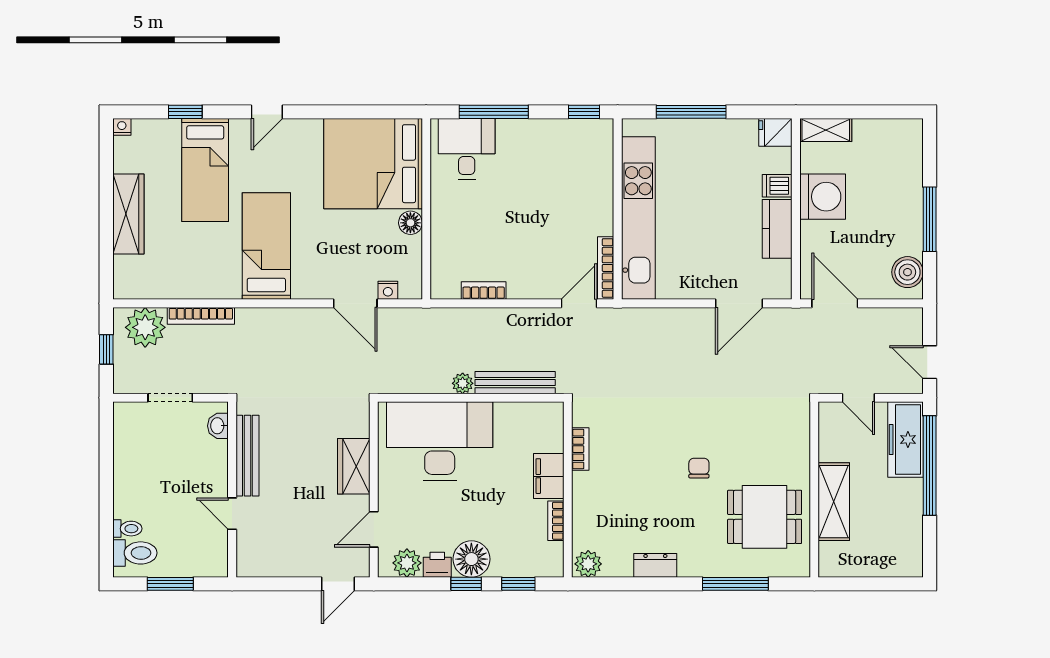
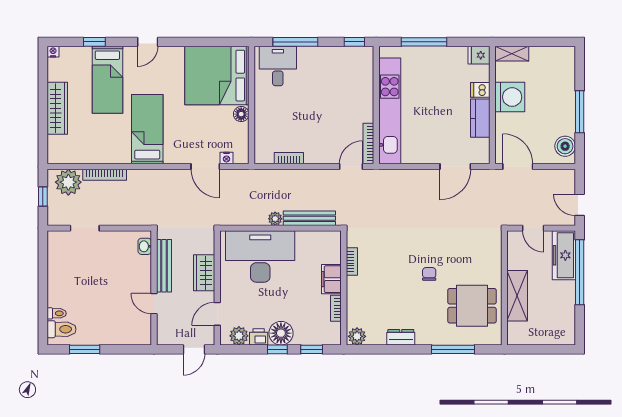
washbasin: (218, 426) -> (145, 246), moved
bench: (247, 456) -> (164, 266), moved
wall: (232, 489) -> (154, 288), moved
door: (232, 514) -> (154, 304), moved

